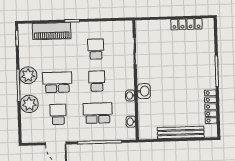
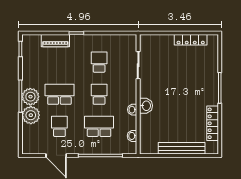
piano: (52, 31) -> (55, 41), width x0.73, depth x0.75
plant: (28, 75) -> (30, 97), moved

